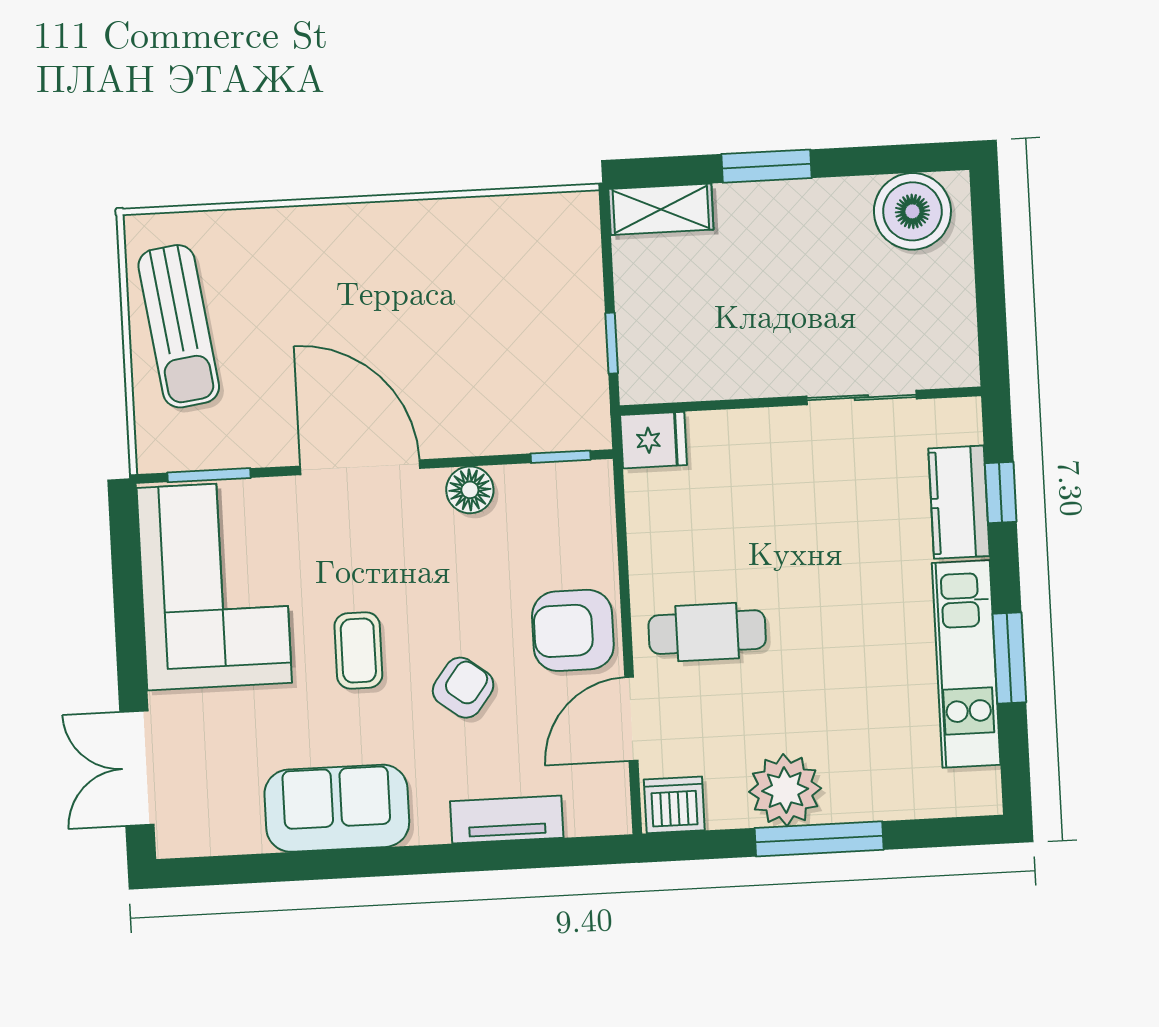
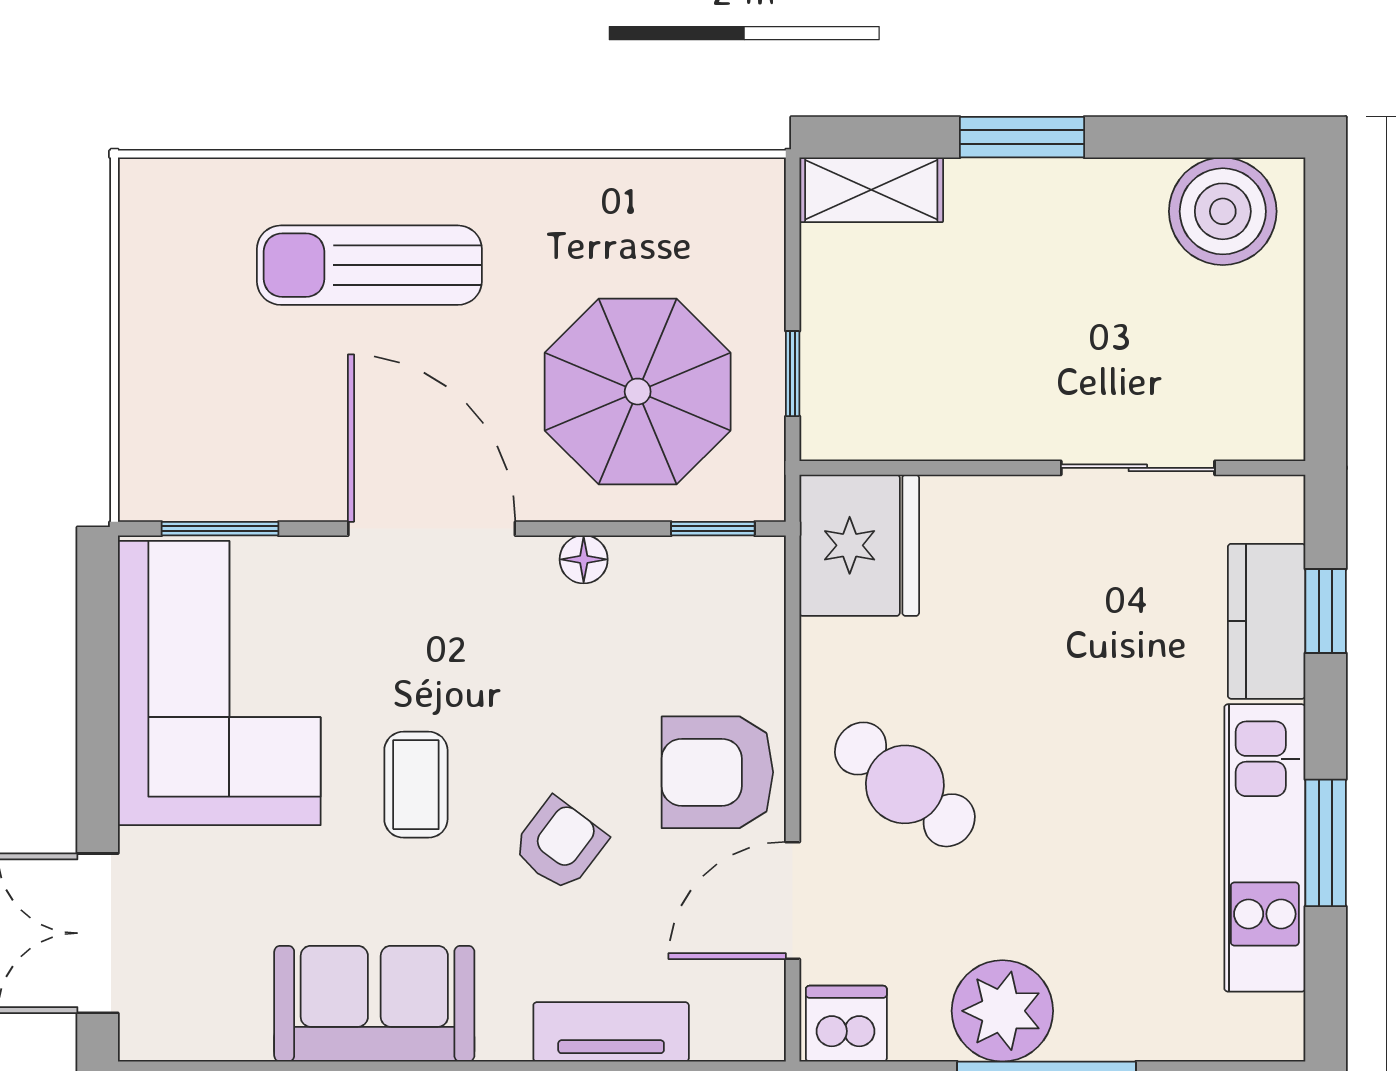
sun lounger: (179, 326) -> (369, 265), moved, turned 98
parasol: (502, 362) -> (638, 392), added
fridge: (654, 440) -> (859, 545), width x1.88, depth x1.34
floor lamp: (470, 490) -> (584, 559), width x0.73, depth x0.73
cafe table: (707, 632) -> (905, 784), turned 39

